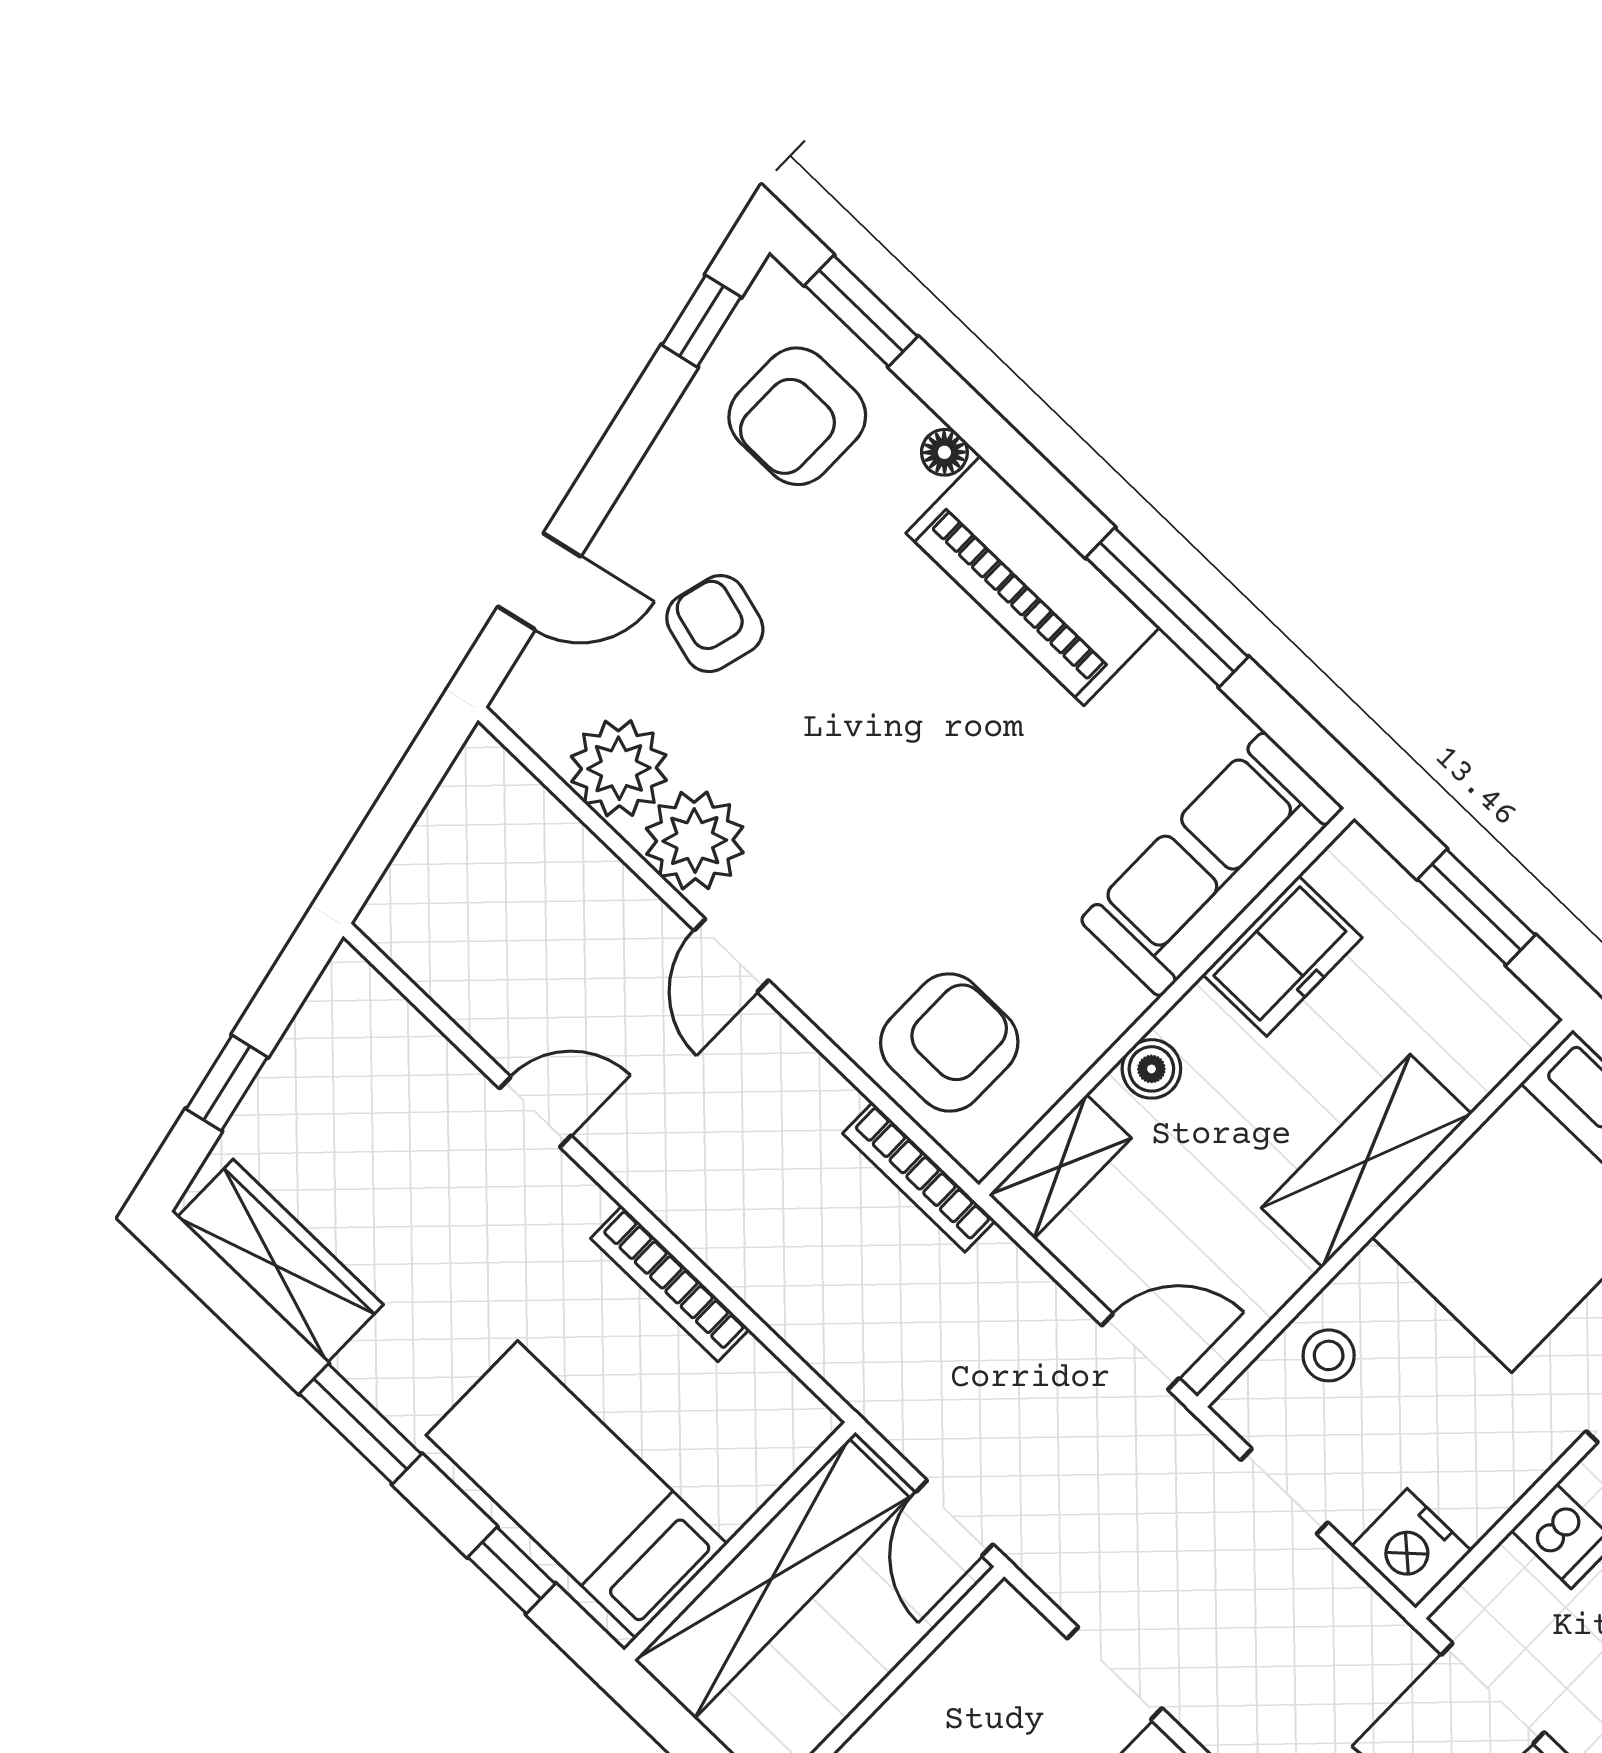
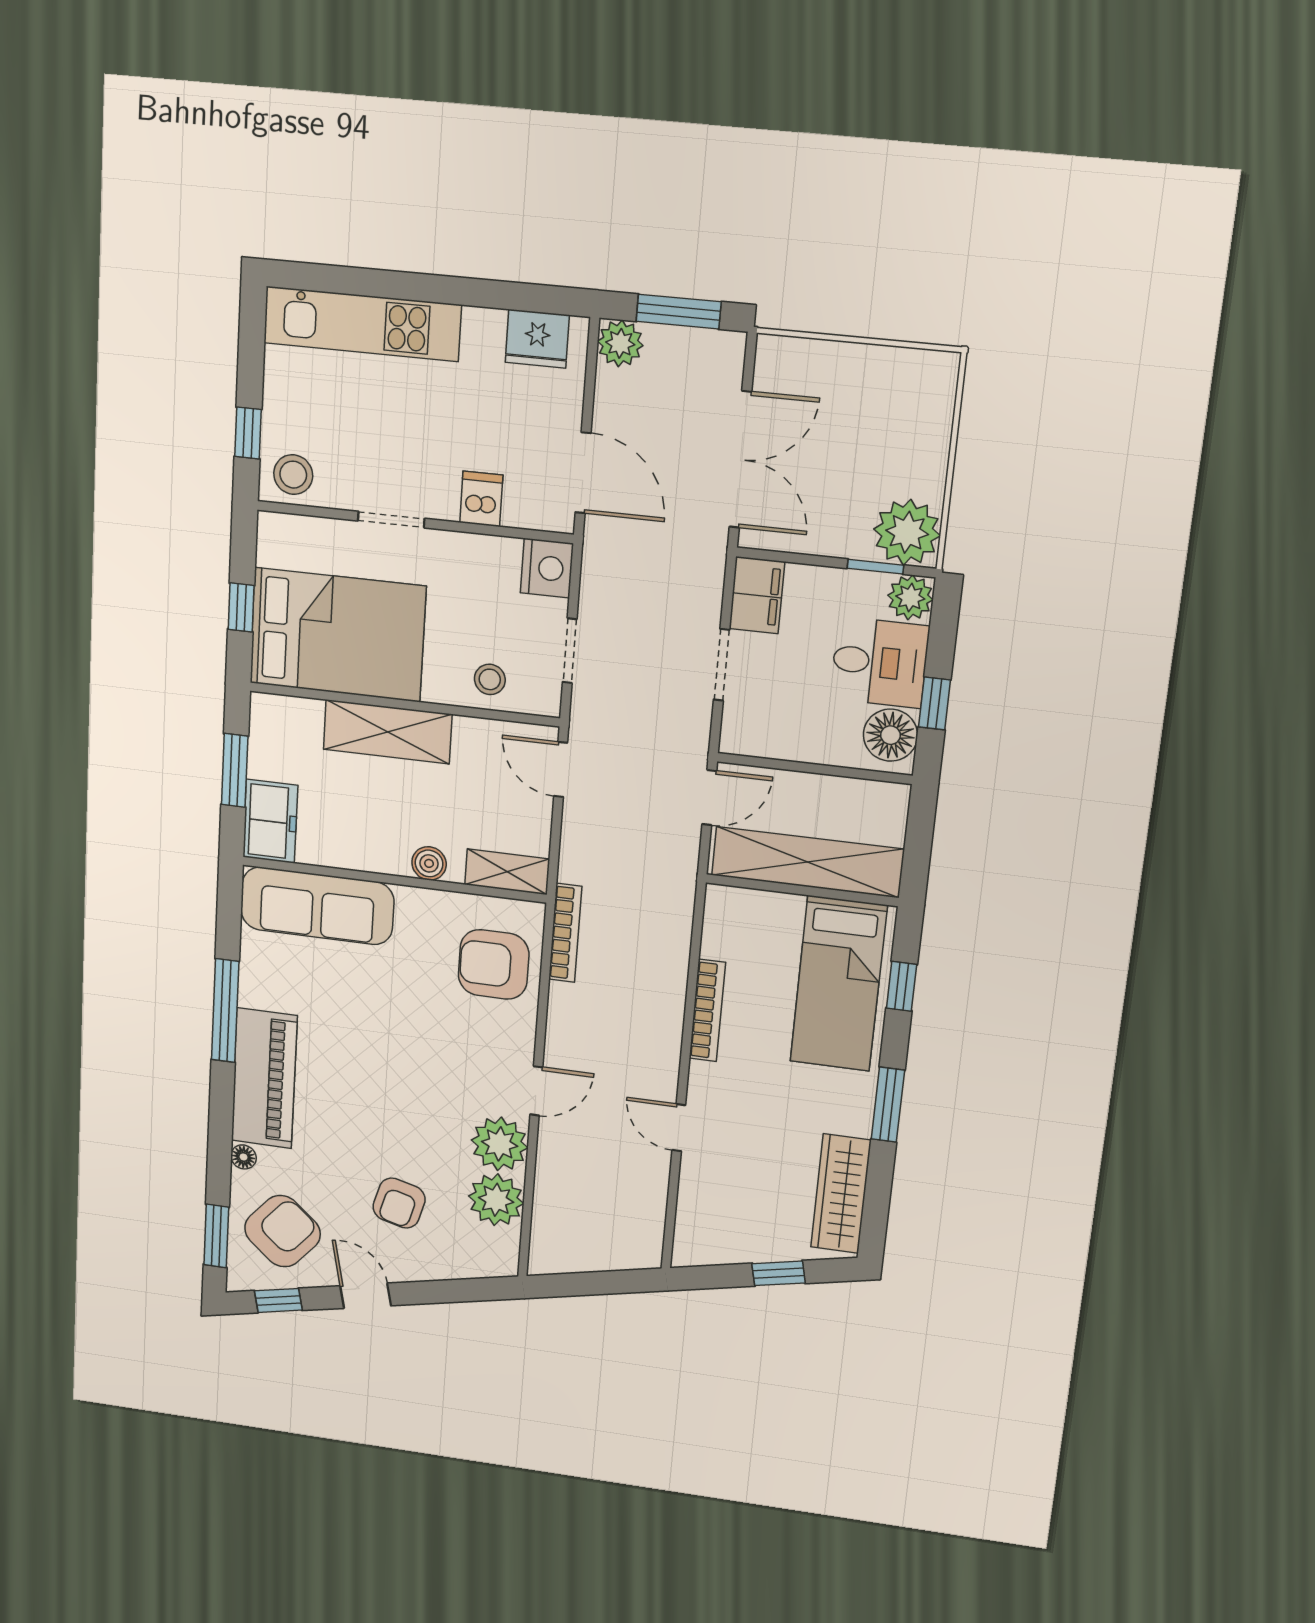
armchair: (797, 416) -> (283, 1231), turned -49
door: (539, 581) -> (366, 1296), moved
freezer: (1282, 956) -> (270, 821), moved, turned 90

